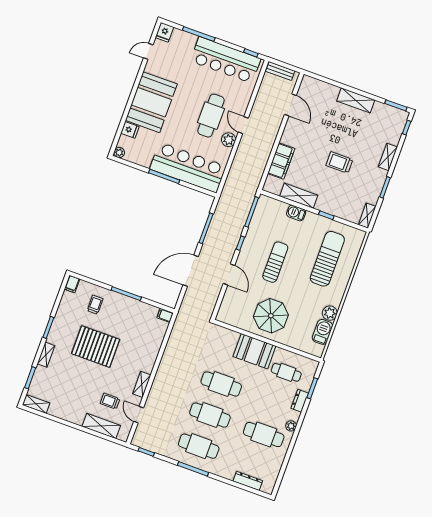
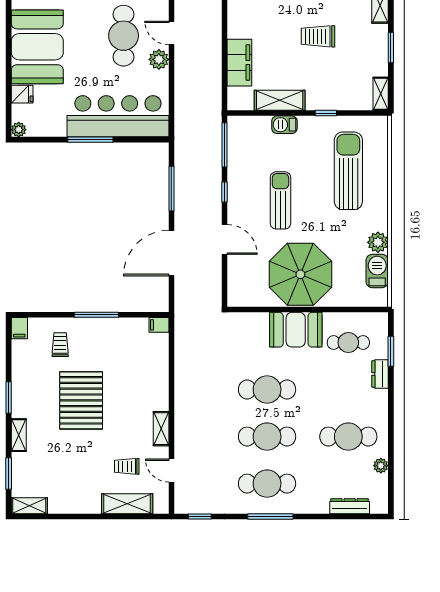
parasol: (271, 316) -> (300, 274), width x1.36, depth x1.36
pallet: (96, 347) -> (81, 400), turned 90
plant: (291, 426) -> (381, 466), moved

